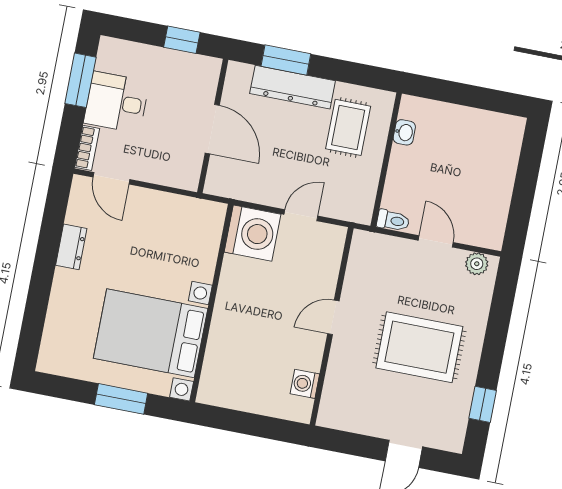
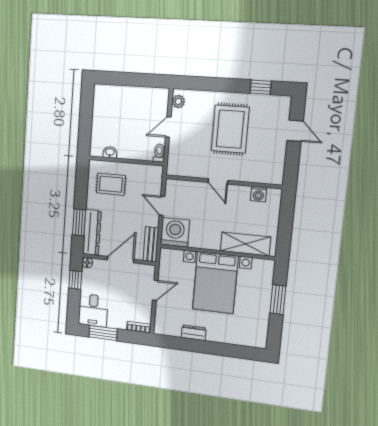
floor lamp: (212, 66) -> (87, 263), added
dresser: (293, 87) -> (92, 232), moved
desk: (117, 102) -> (93, 310), moved
door: (111, 178) -> (155, 290), moved
bench: (235, 188) -> (151, 244), added
bed with nightstands: (151, 333) -> (215, 283), moved
shelving: (222, 353) -> (245, 244), added

